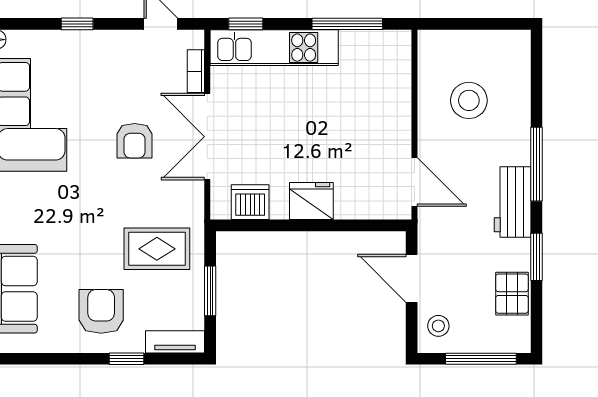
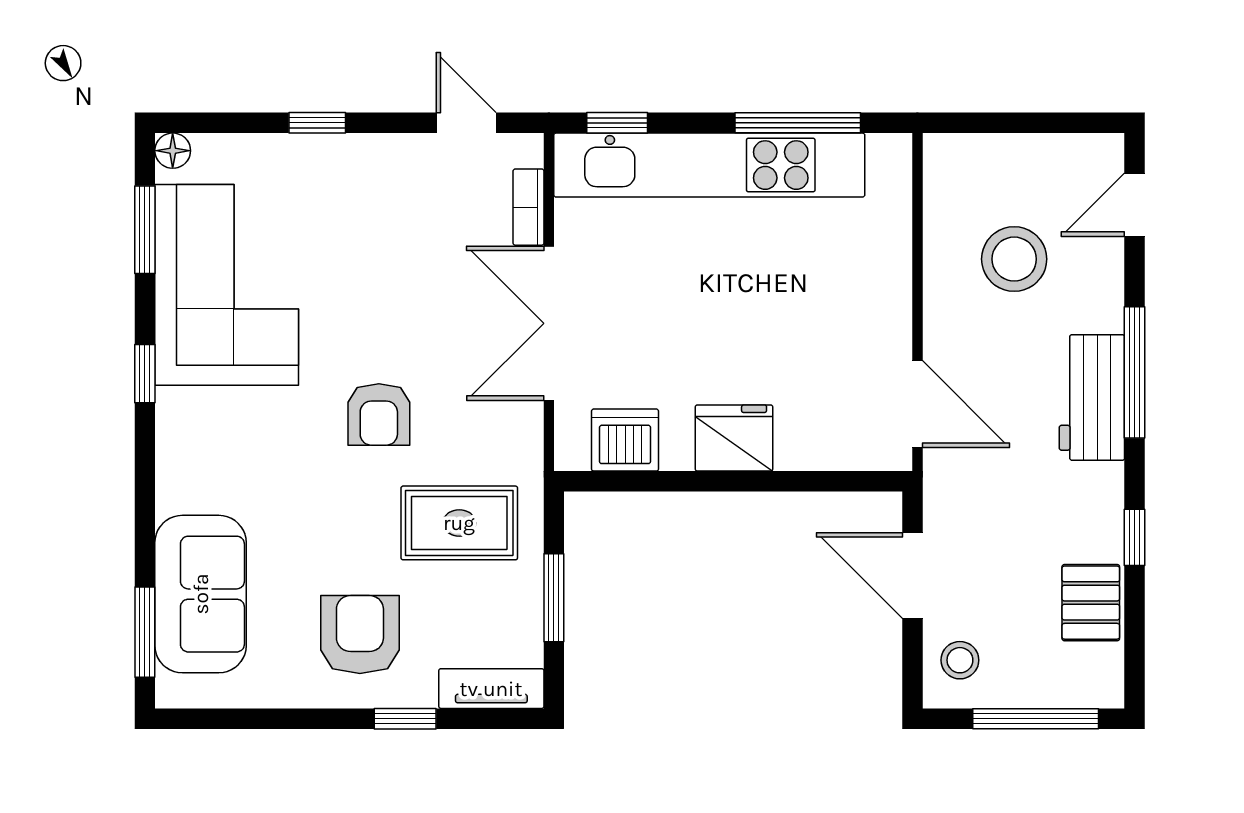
kitchen unit: (274, 48) -> (709, 165), width x1.36
door: (537, 70) -> (1135, 205), added
armchair: (135, 141) -> (379, 414), moved
workbench: (513, 202) -> (1092, 397), moved
window: (537, 257) -> (1135, 537), width x0.67

